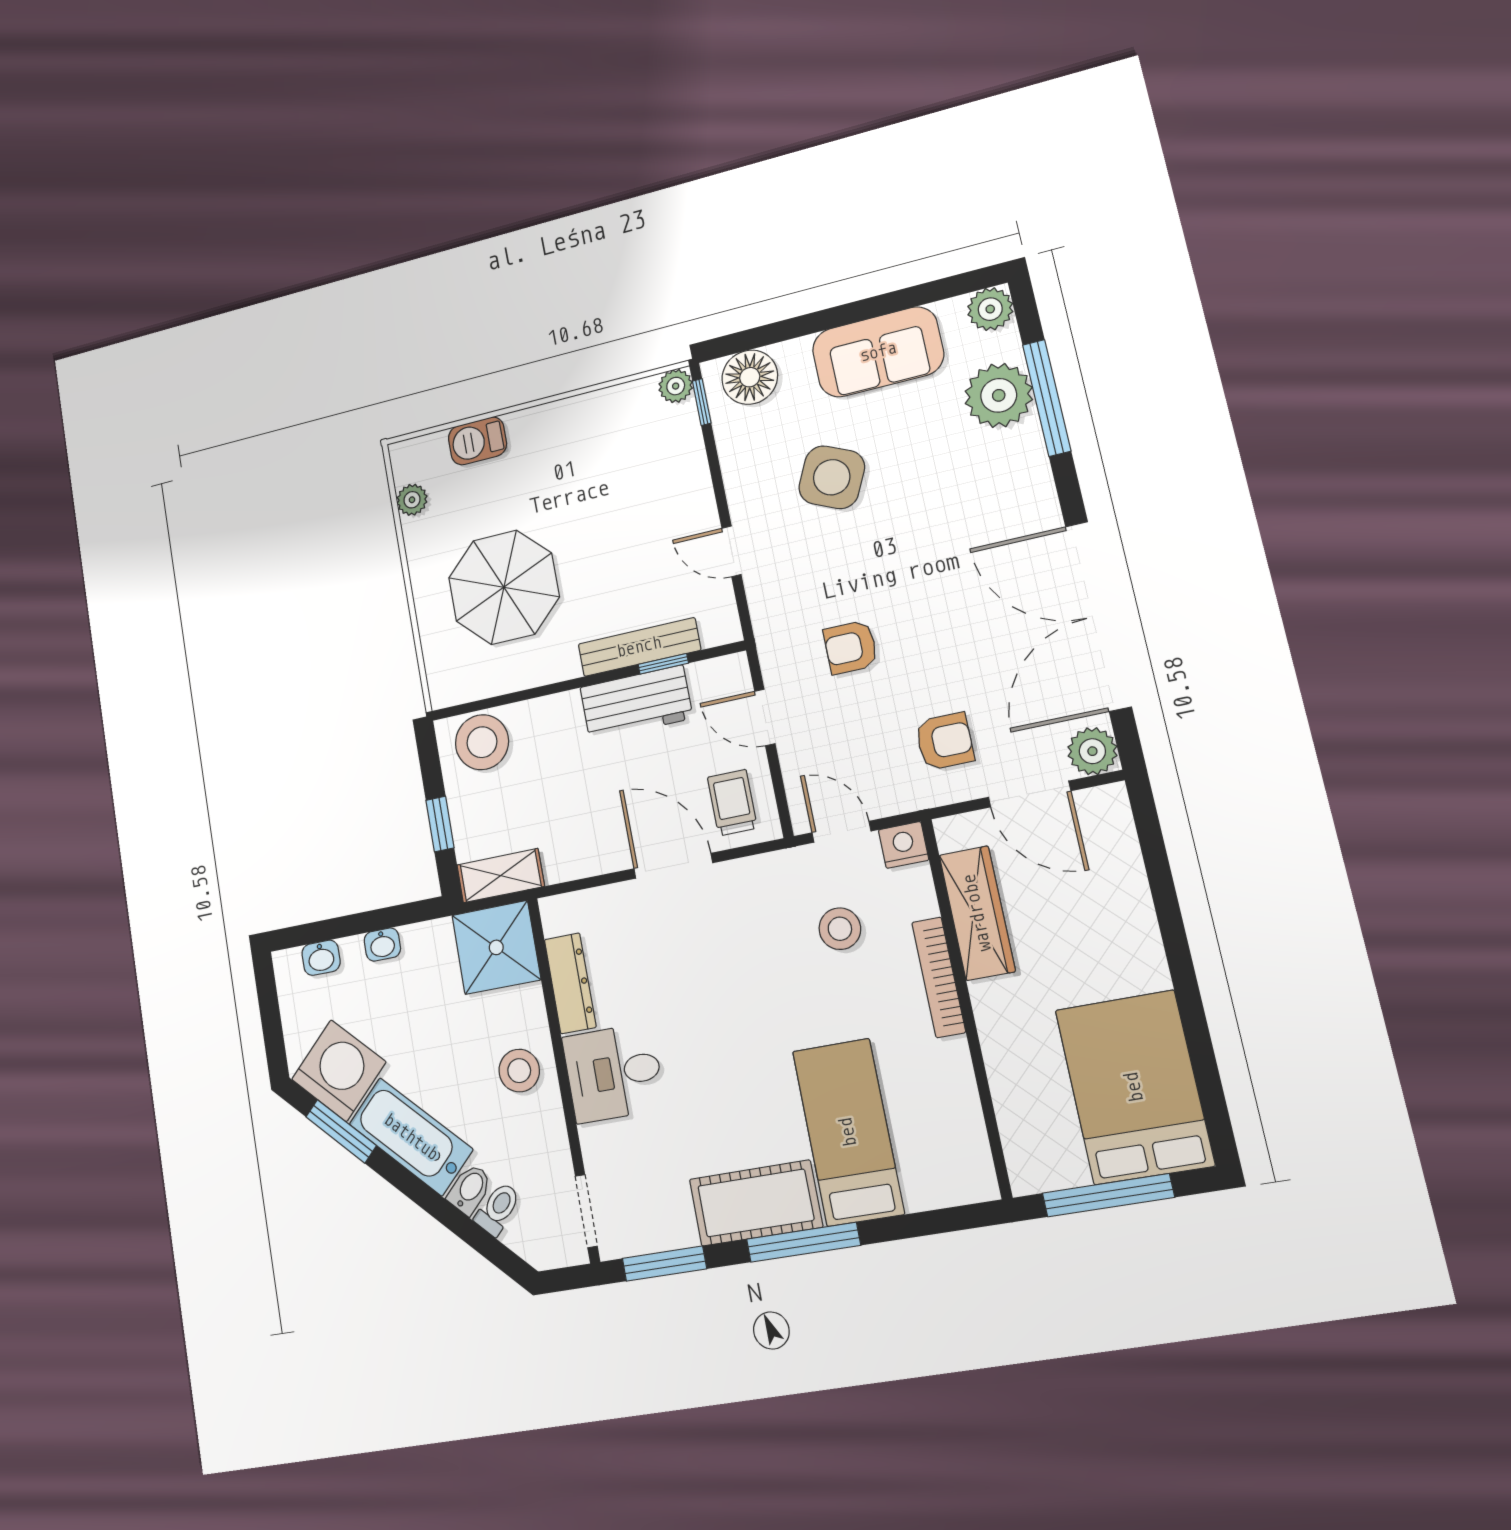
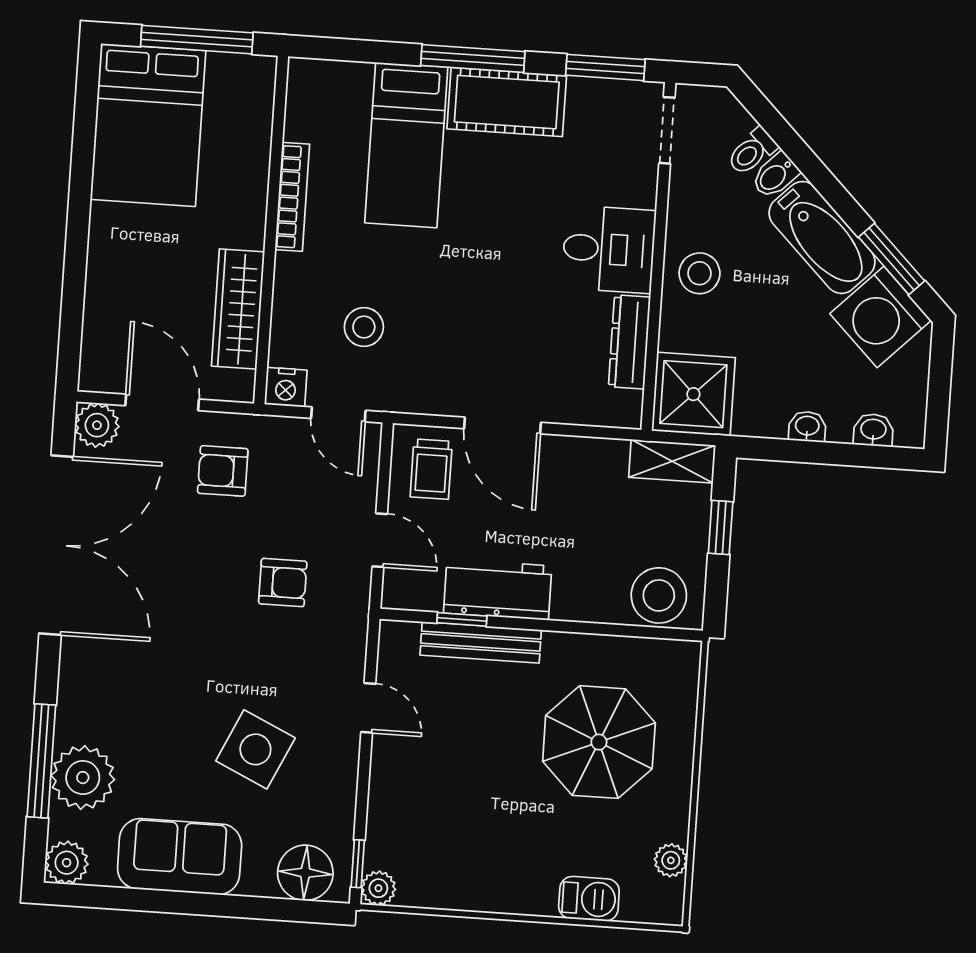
bookcase: (939, 977) -> (292, 197), moved

